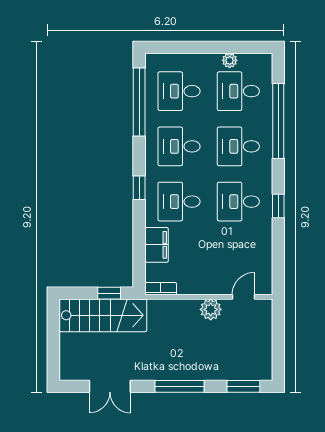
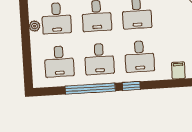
window: (139, 102) -> (90, 89), moved
filing cabinet: (157, 245) -> (178, 70), width x0.50

